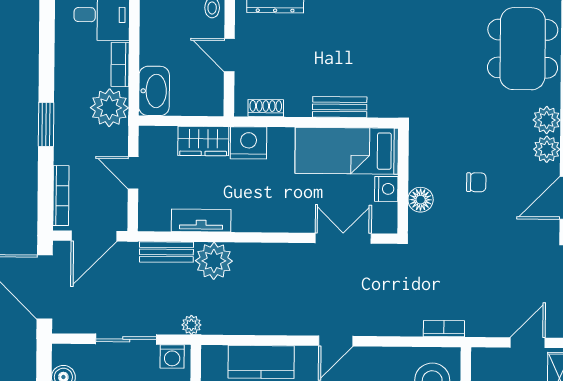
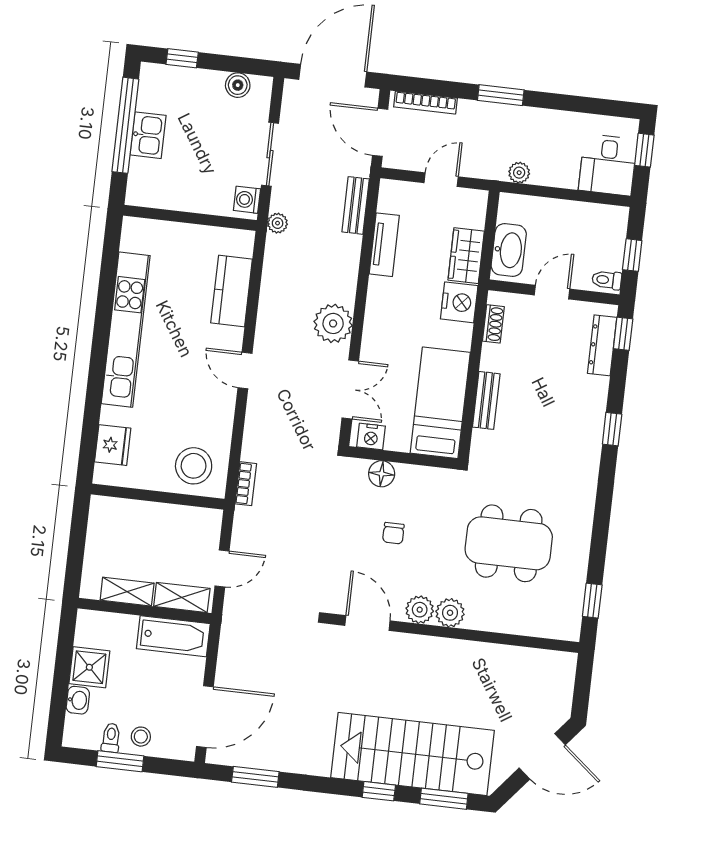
dining table: (523, 49) -> (509, 543), moved
bookcase: (120, 65) -> (554, 178), removed
washbasin: (154, 91) -> (509, 250), moved, turned -90
plant: (109, 108) -> (519, 173), width x0.53, depth x0.53
nightstand: (386, 189) -> (371, 437), moved
plant: (214, 261) -> (333, 323), moved
door: (528, 343) -> (222, 569), hinge flipped

